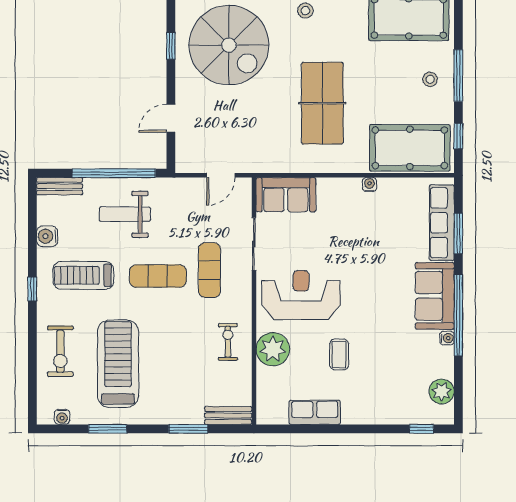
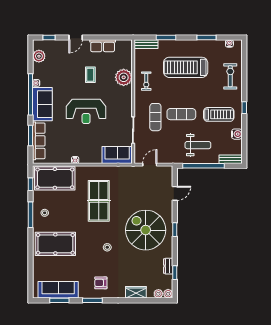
reception desk: (301, 295) -> (86, 111), moved
treadmill: (118, 364) -> (186, 67), moved, turned 90
door: (368, 429) -> (76, 37), added

